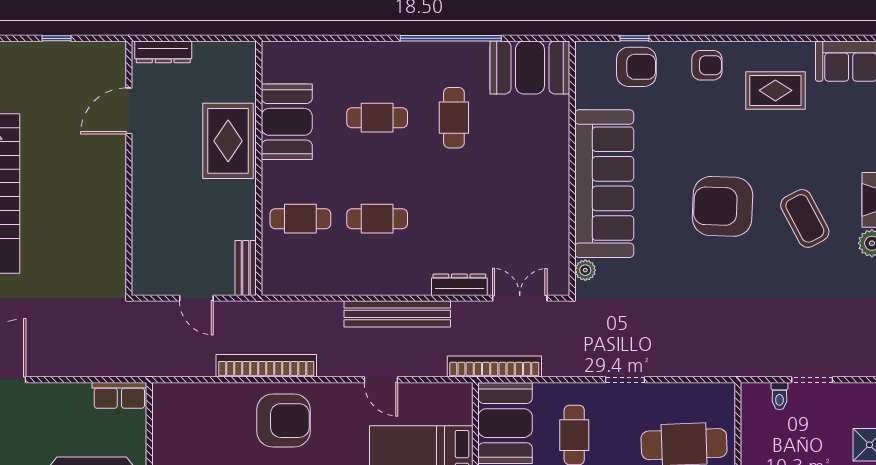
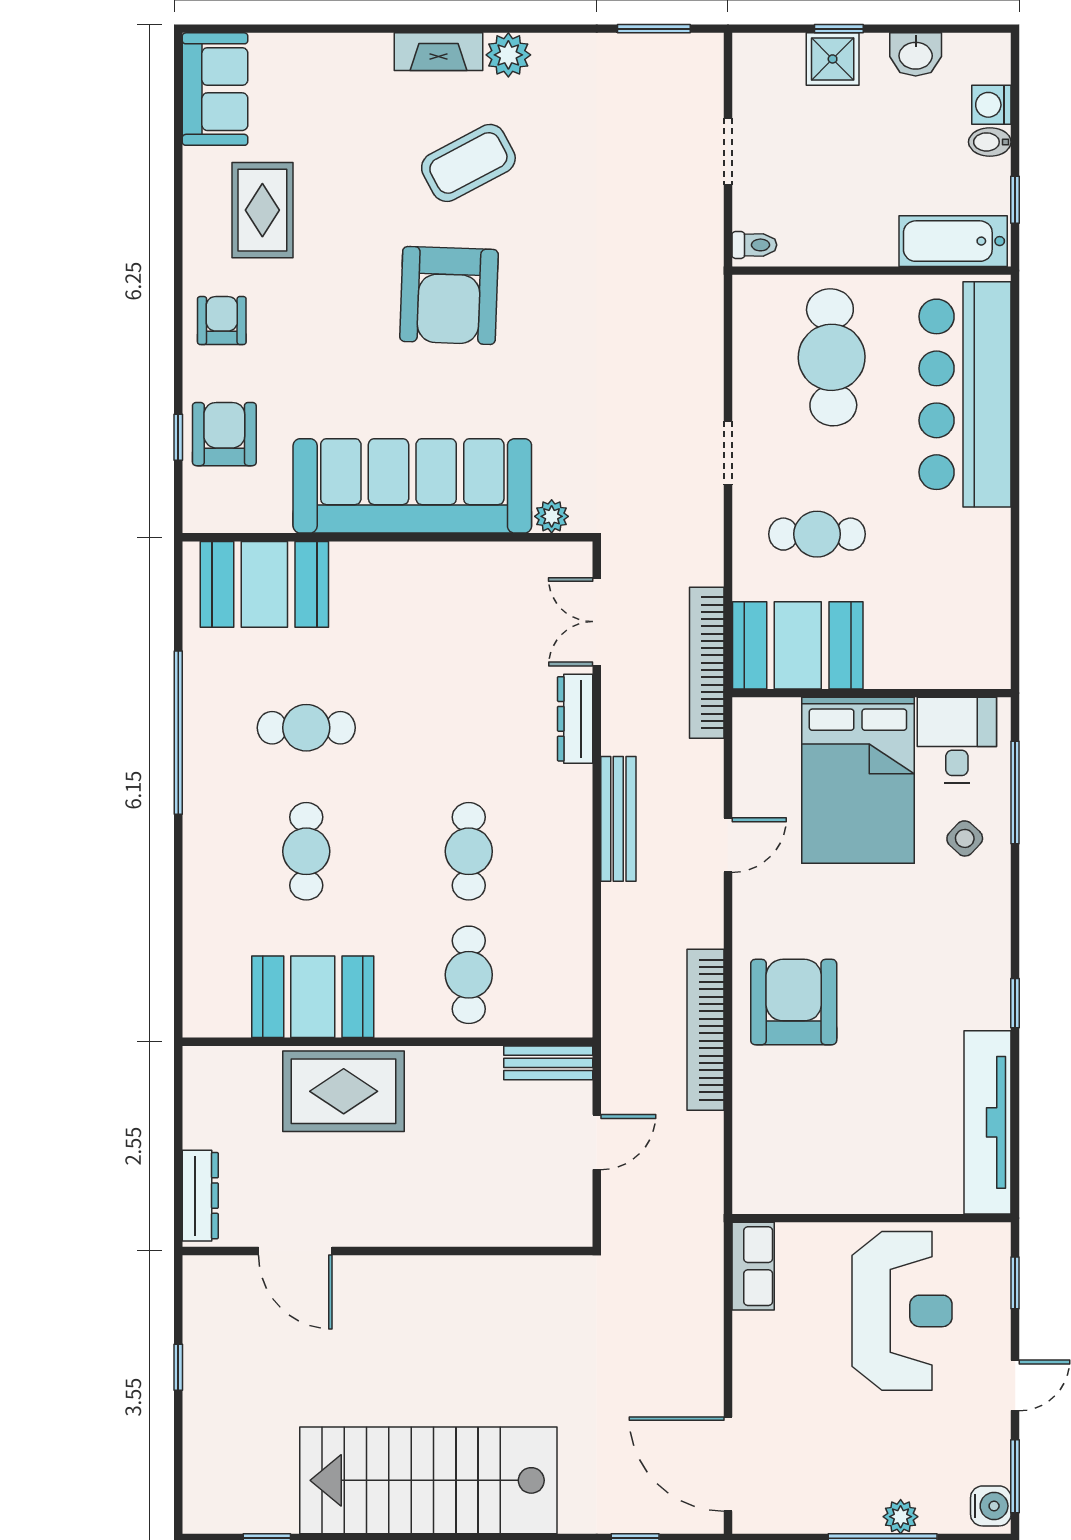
booth: (530, 67) -> (264, 584), moved, turned 90
bench: (397, 314) -> (618, 819), width x0.73, depth x0.82
toilet: (779, 396) -> (754, 245), moved

